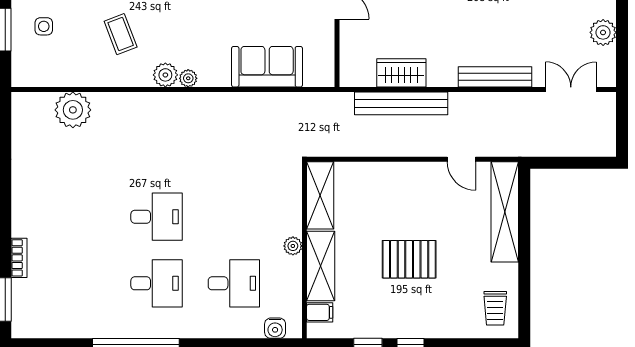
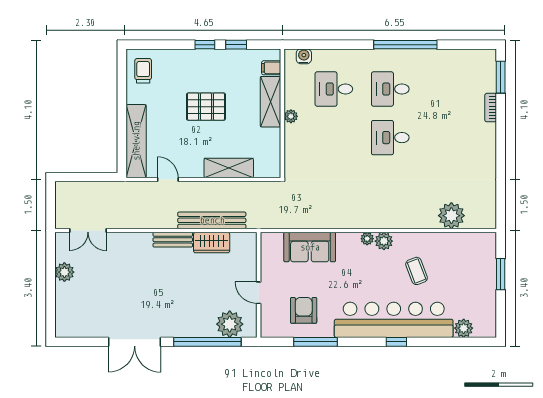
side table: (44, 26) -> (473, 277), removed
bench: (495, 77) -> (173, 240), moved, width x0.73
shelving: (320, 195) -> (229, 168), moved, turned 90

